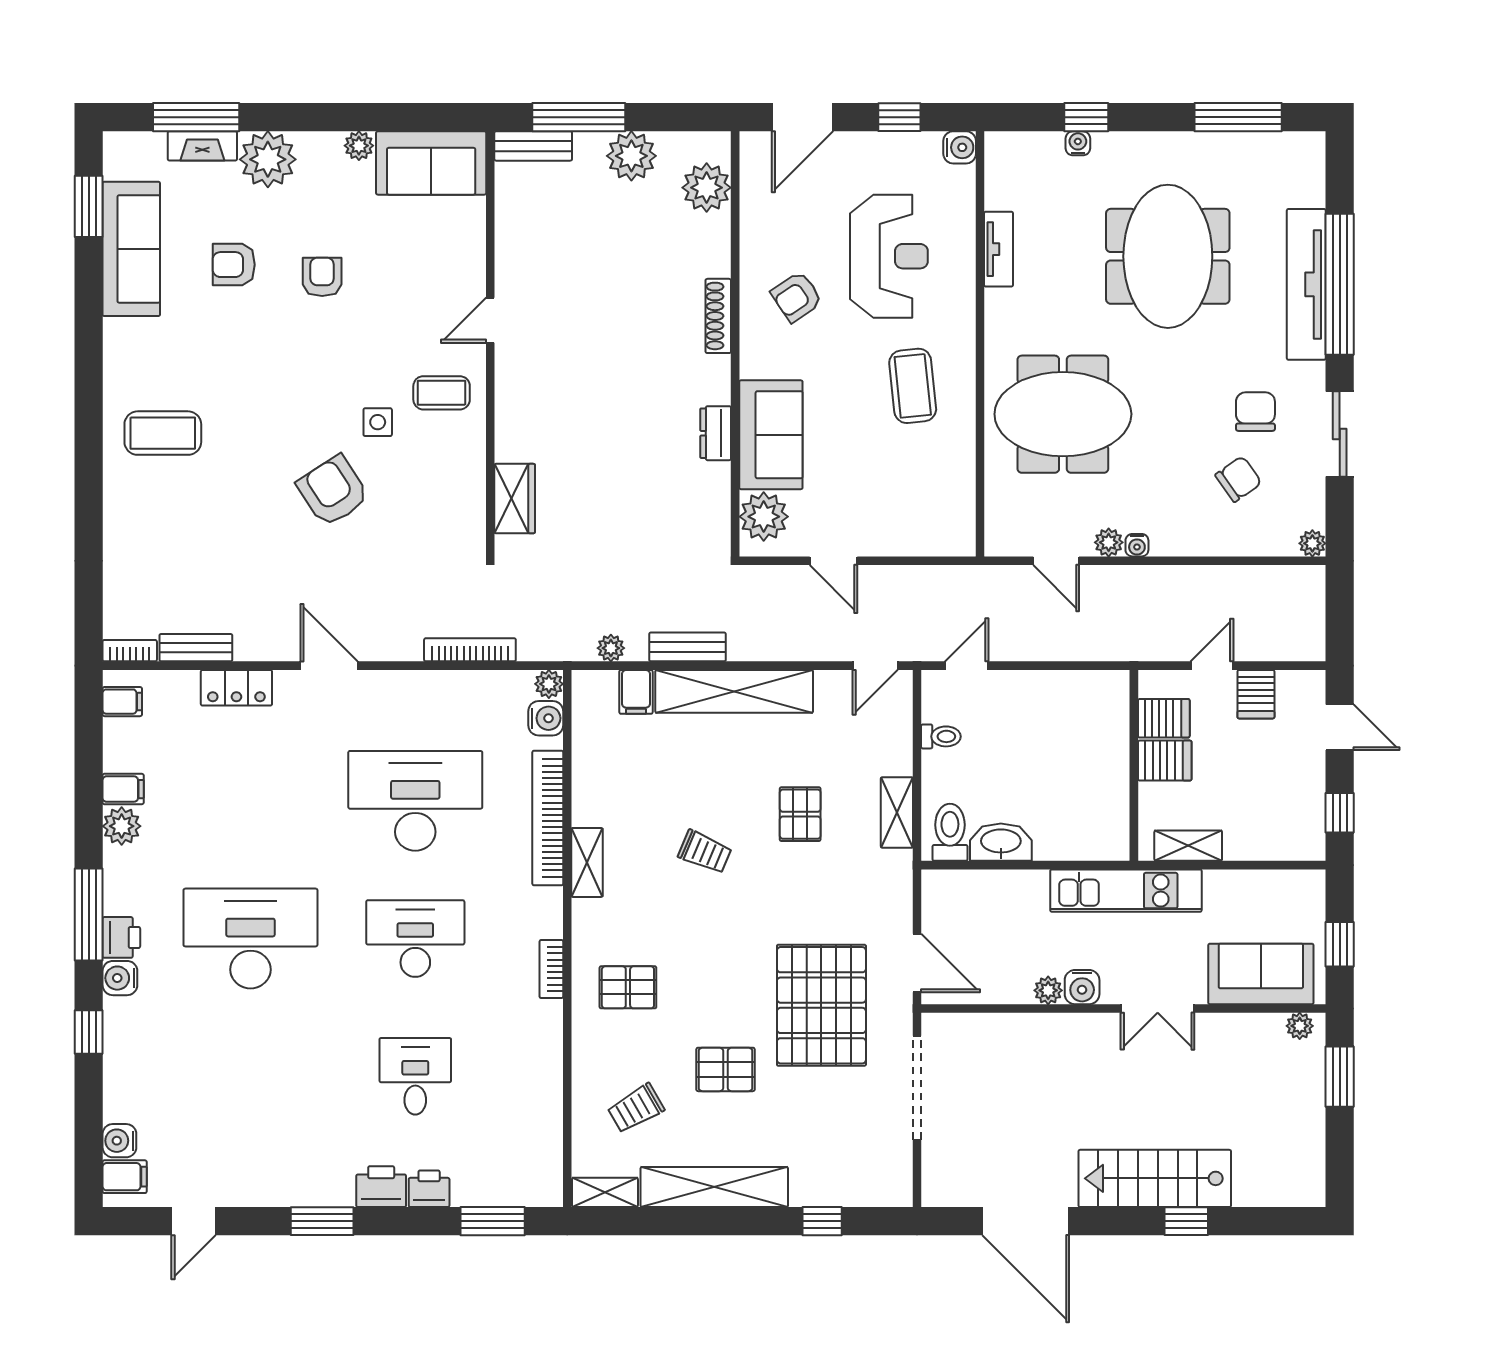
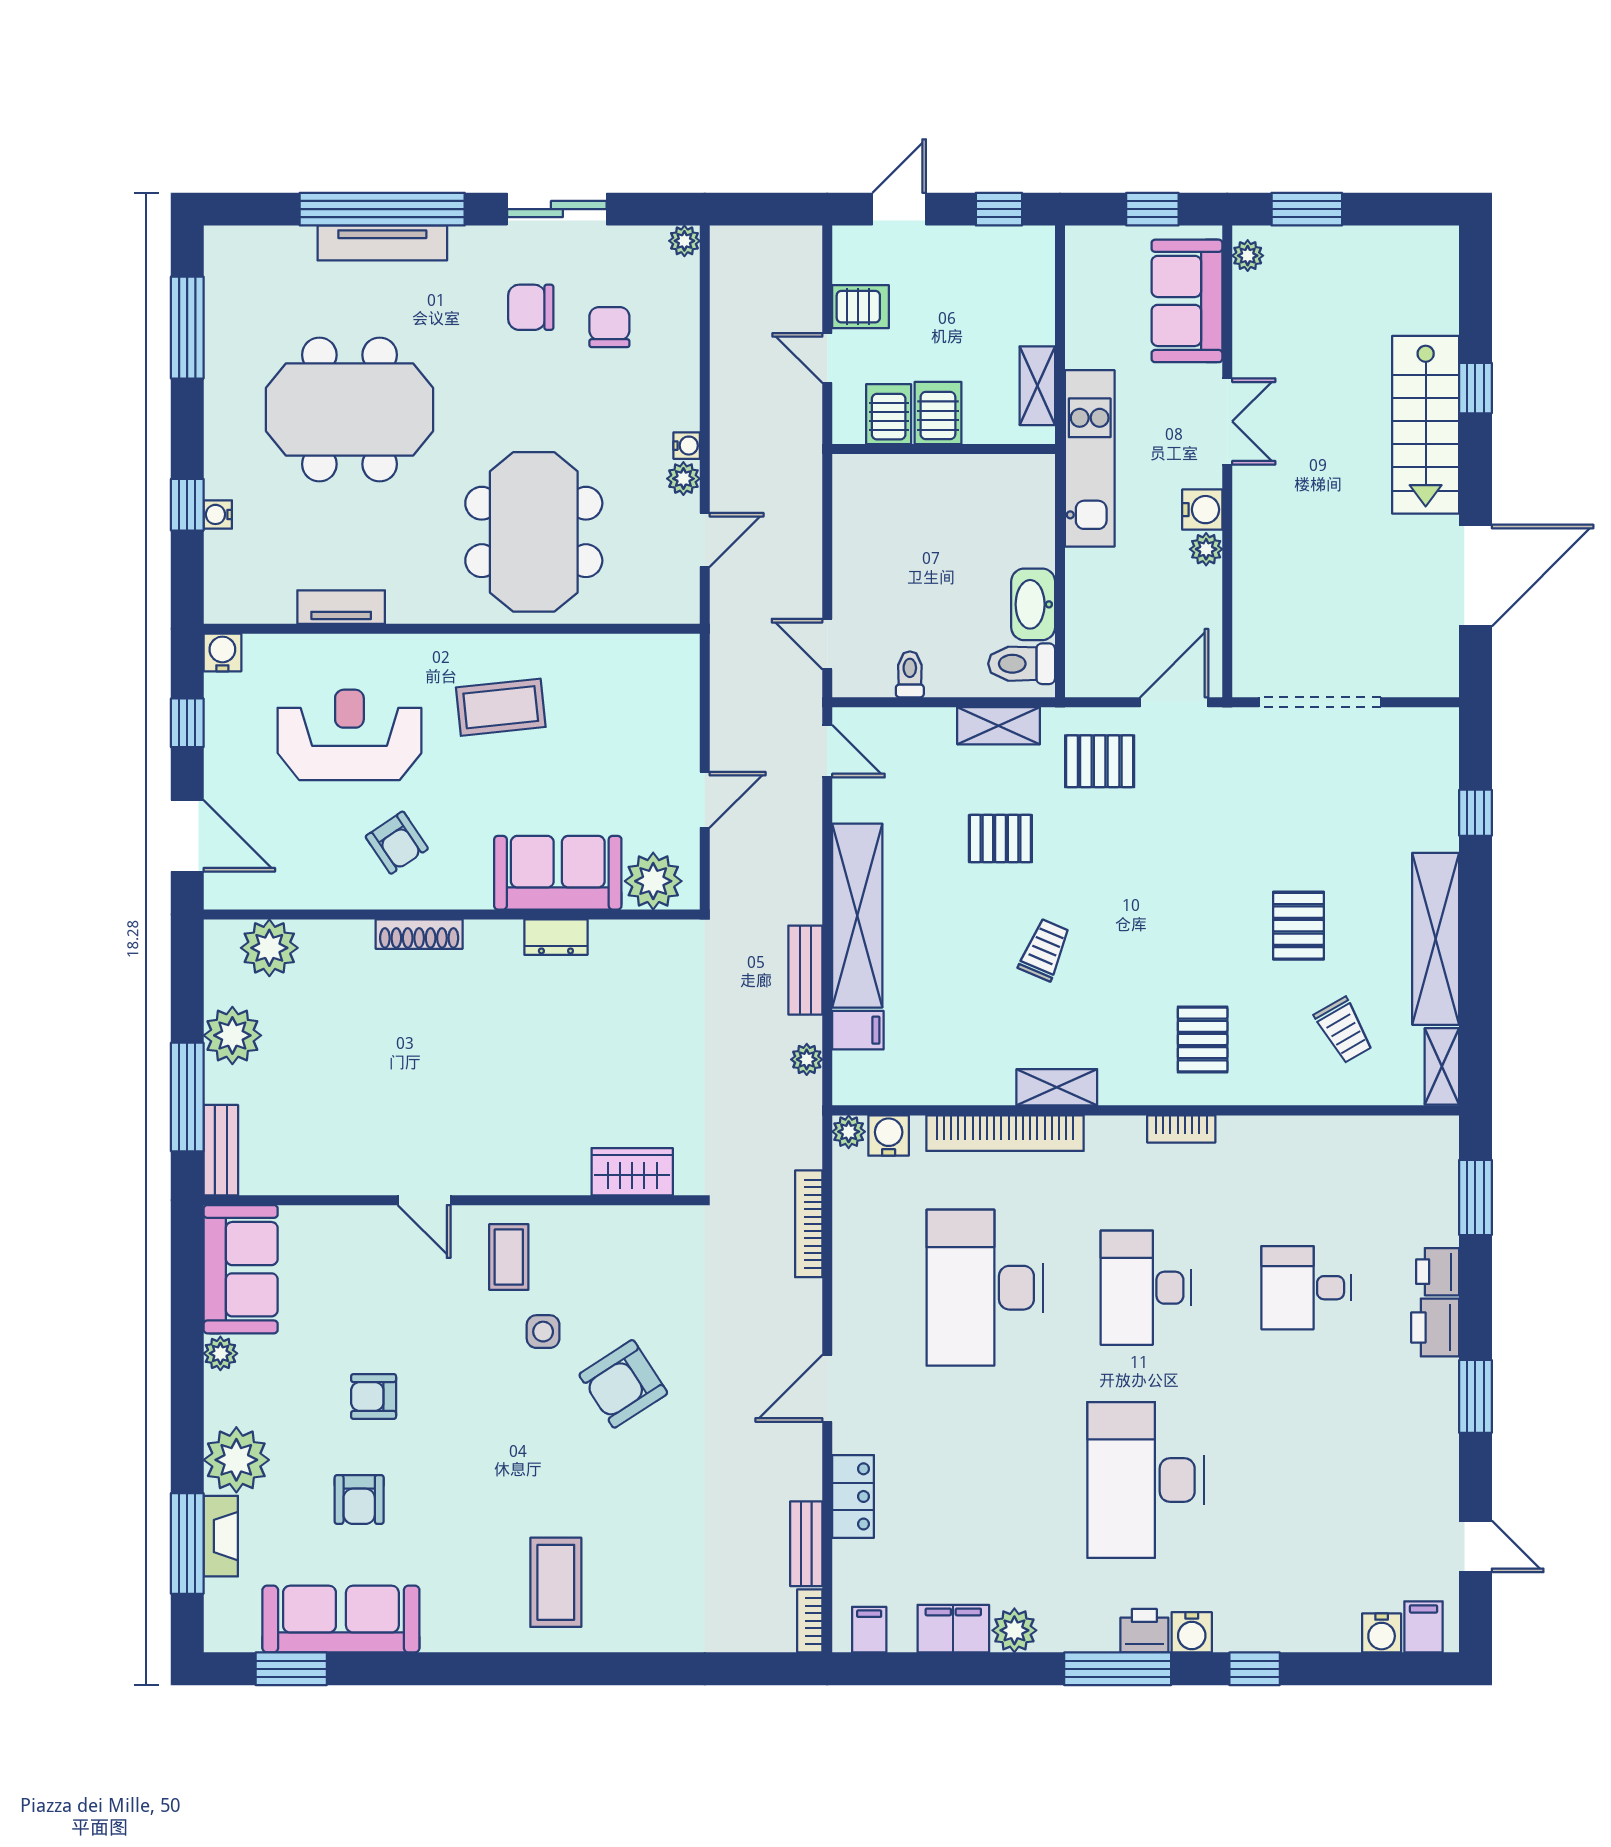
tv unit: (1306, 284) -> (382, 243), width x0.73, depth x0.78
chair: (1238, 479) -> (609, 327), turned 35
filing cabinet: (123, 789) -> (953, 1629), width x2.00
pallet: (821, 1005) -> (1100, 761), moved, width x0.49, depth x0.50

